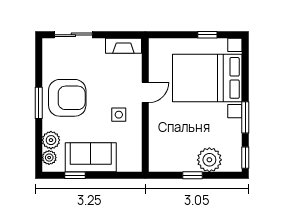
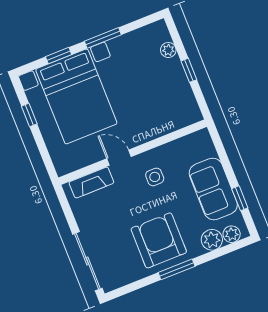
sliding door: (73, 35) -> (87, 261), width x1.37
fireplace: (123, 46) -> (91, 183), moved, turned 90
window: (245, 158) -> (59, 56), moved
plant: (209, 160) -> (168, 50), width x0.53, depth x0.53

